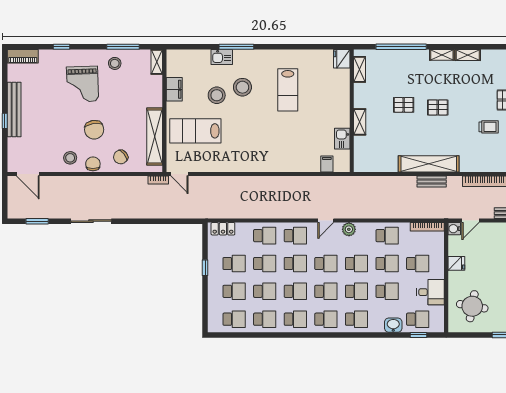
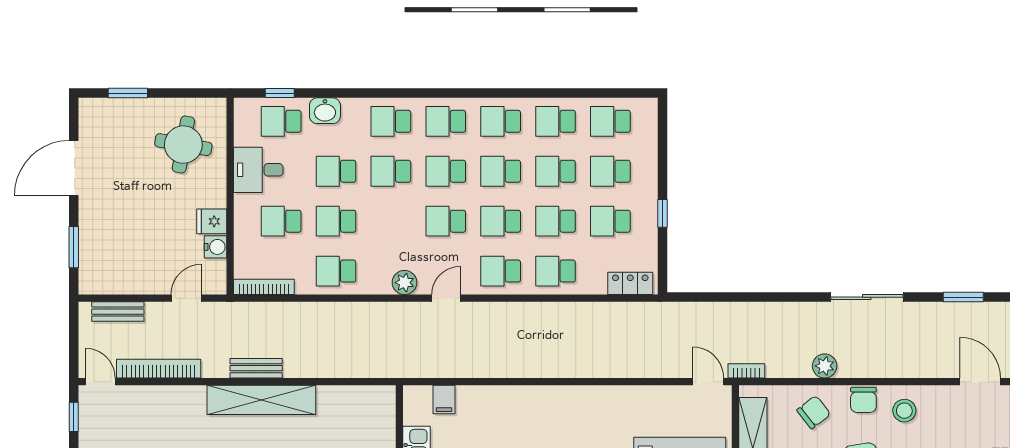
plant: (115, 183) -> (825, 366), added
water cooler: (454, 229) -> (216, 247), moved
school desk: (356, 263) -> (391, 221), removed

